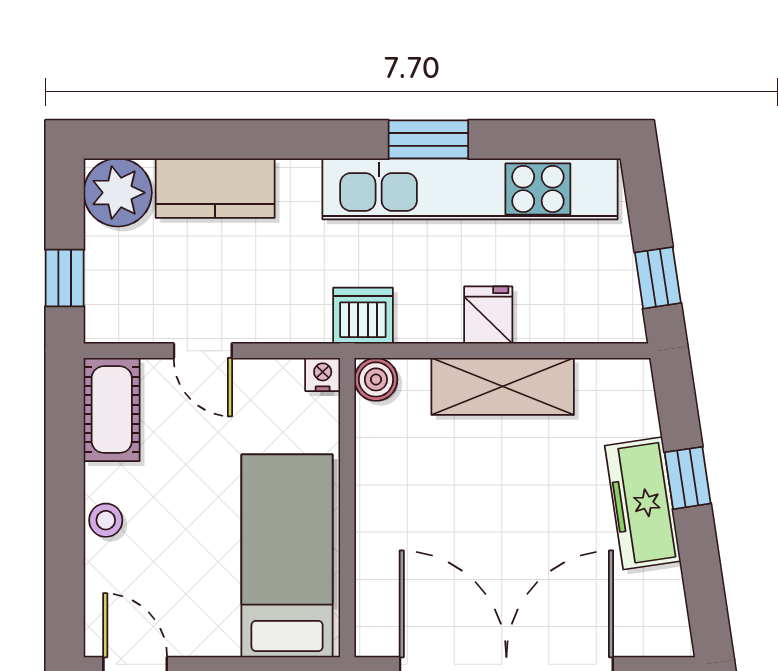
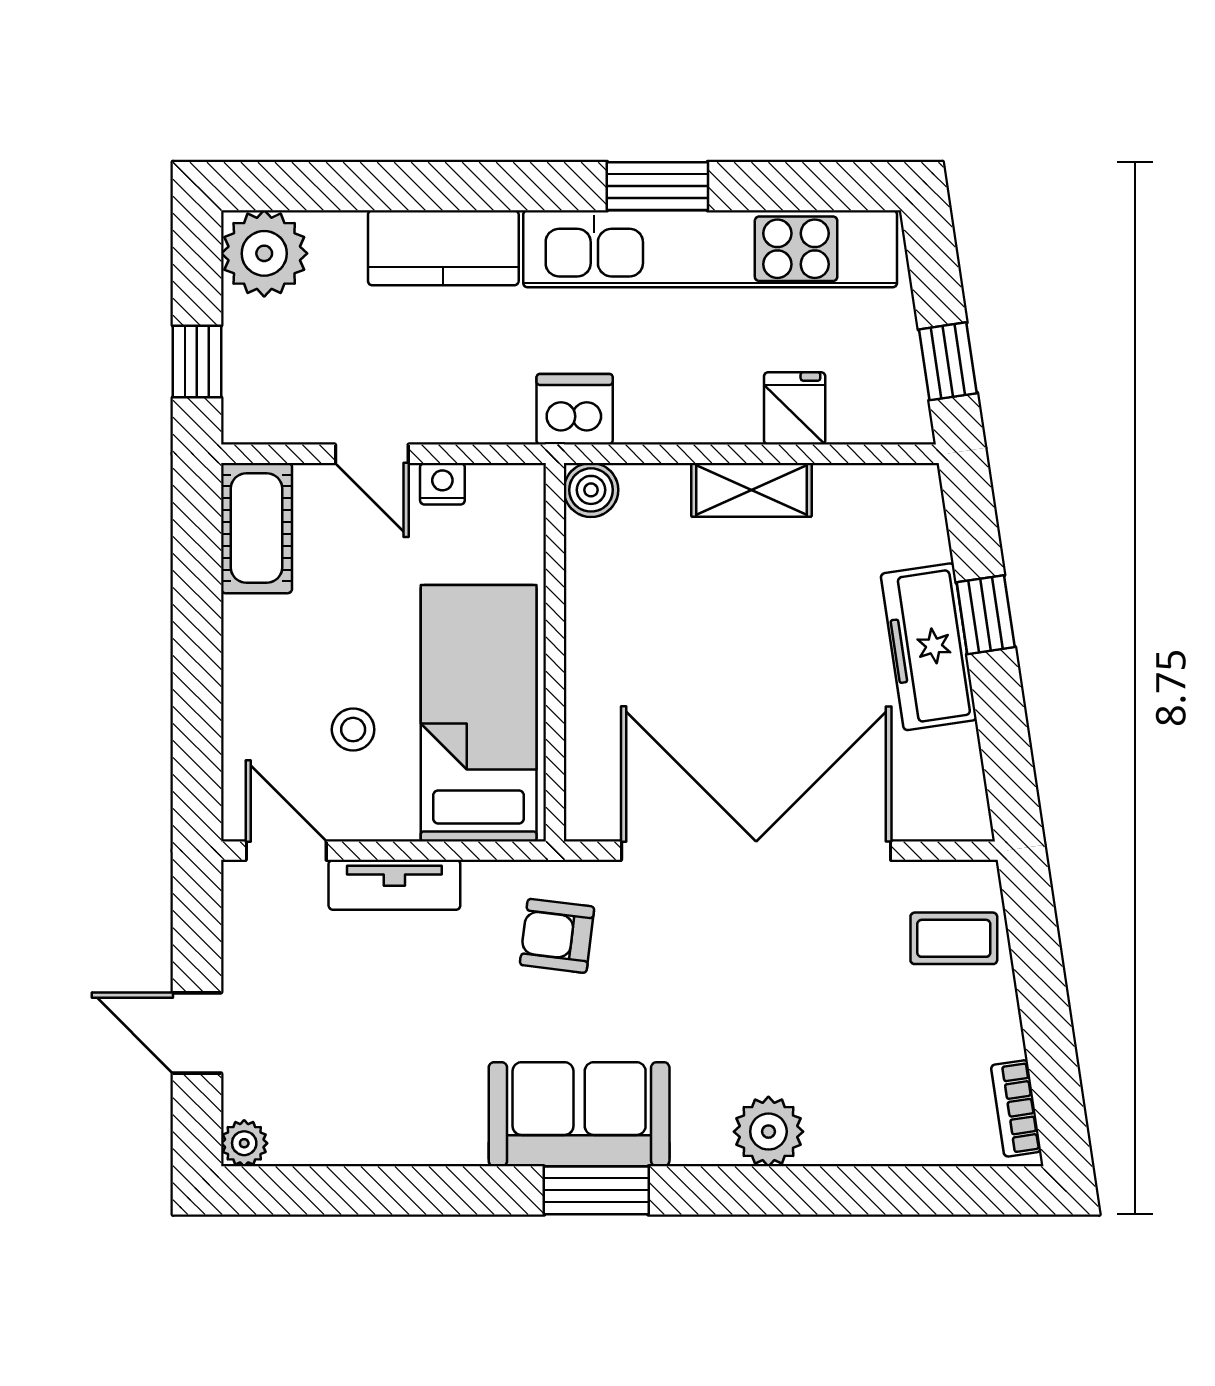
kitchen counter: (215, 188) -> (443, 248), moved
fridge: (488, 315) -> (795, 408), moved
nightstand: (323, 375) -> (442, 484), moved
shelving: (503, 386) -> (751, 490), width x0.67, depth x0.75
stool: (106, 520) -> (353, 730), moved

